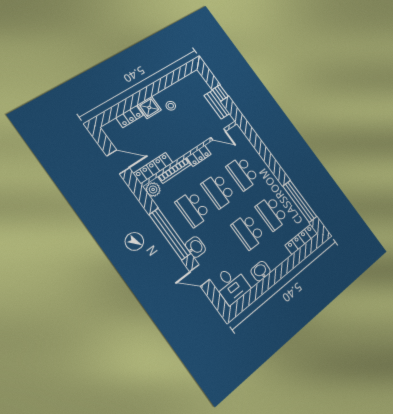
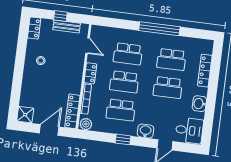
shower: (149, 108) -> (25, 115), moved
locker: (130, 116) -> (34, 28), moved
door: (218, 134) -> (88, 46), hinge flipped
window: (300, 201) -> (159, 29), moved
window: (170, 234) -> (123, 139), width x0.32
locker: (302, 239) -> (205, 71), moved

